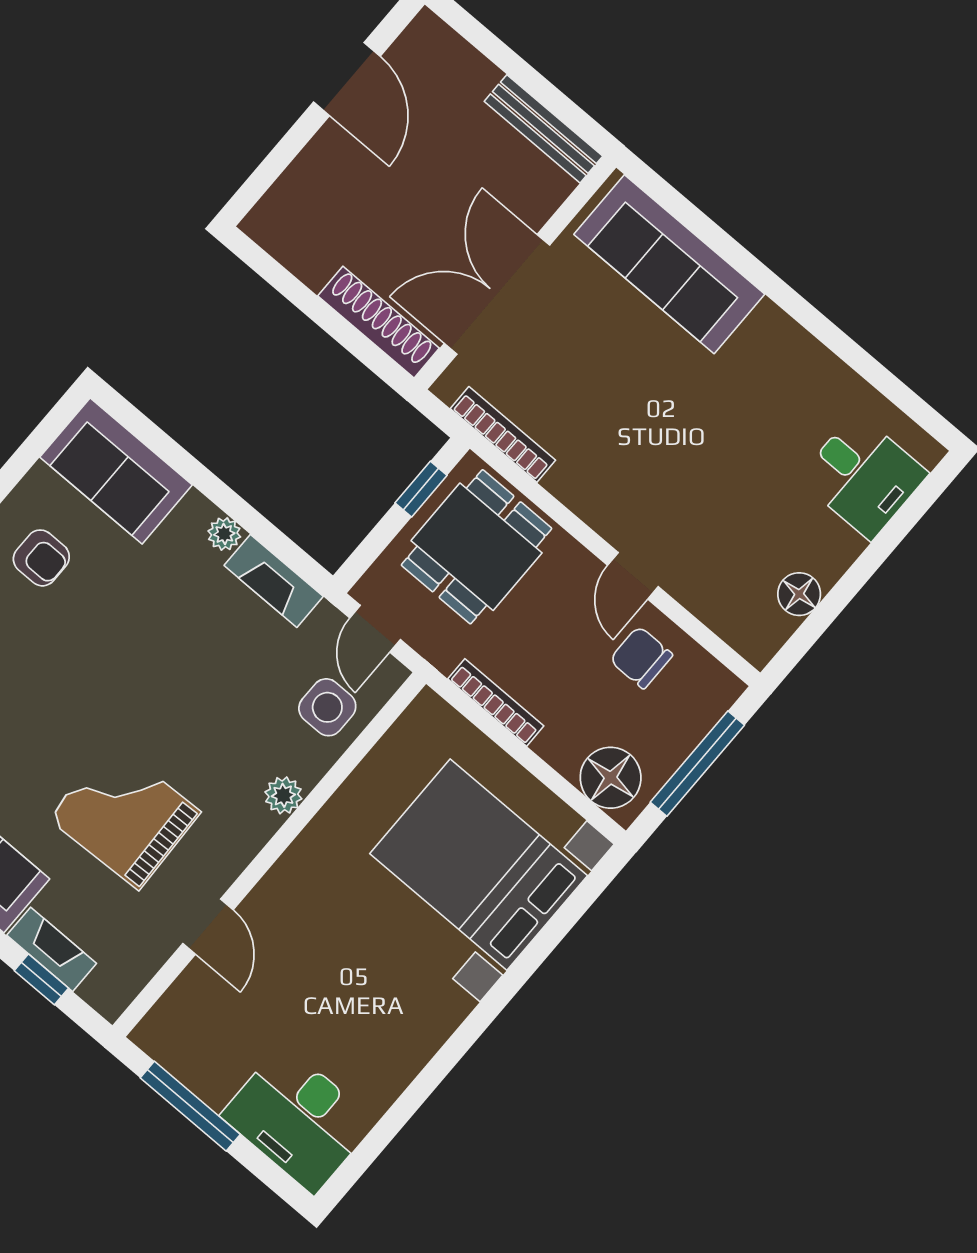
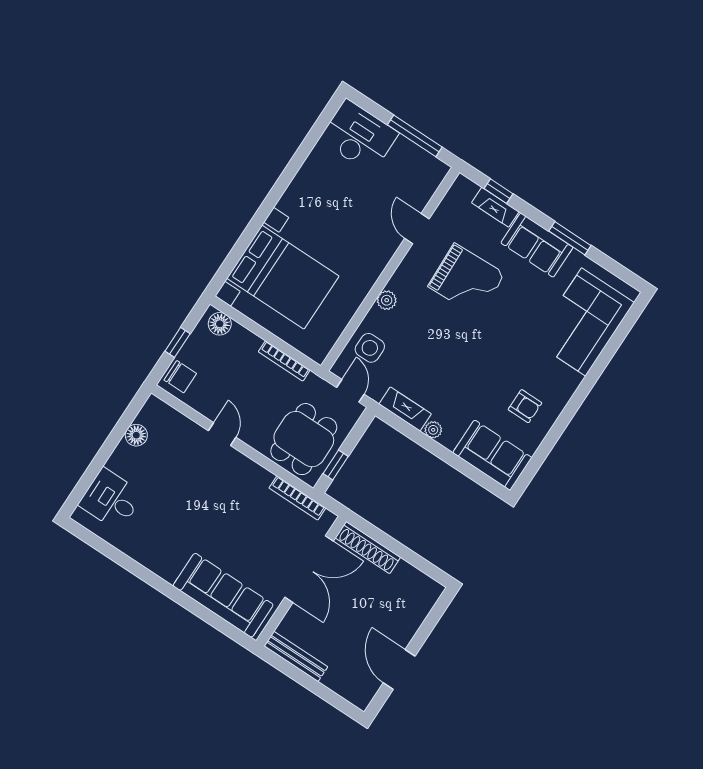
armchair: (41, 558) -> (525, 406), turned 180
chair: (641, 657) -> (180, 377), moved
window: (697, 764) -> (178, 342), width x0.46
floor lamp: (611, 778) -> (220, 324), width x0.73, depth x0.73

